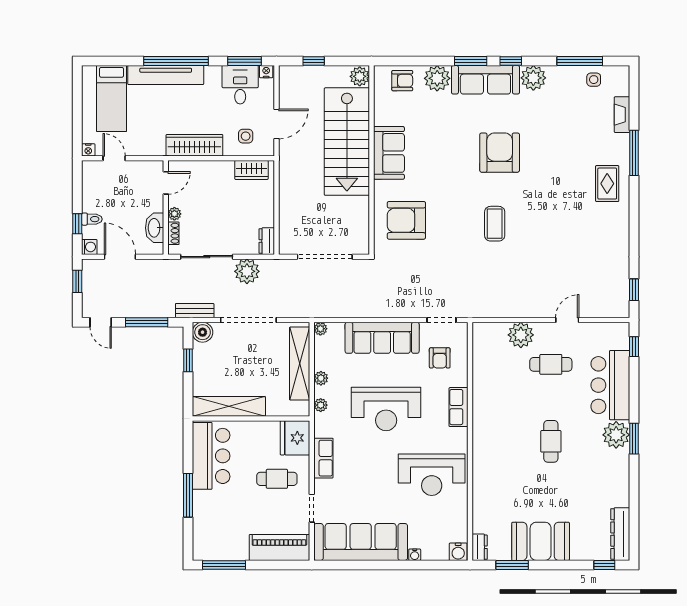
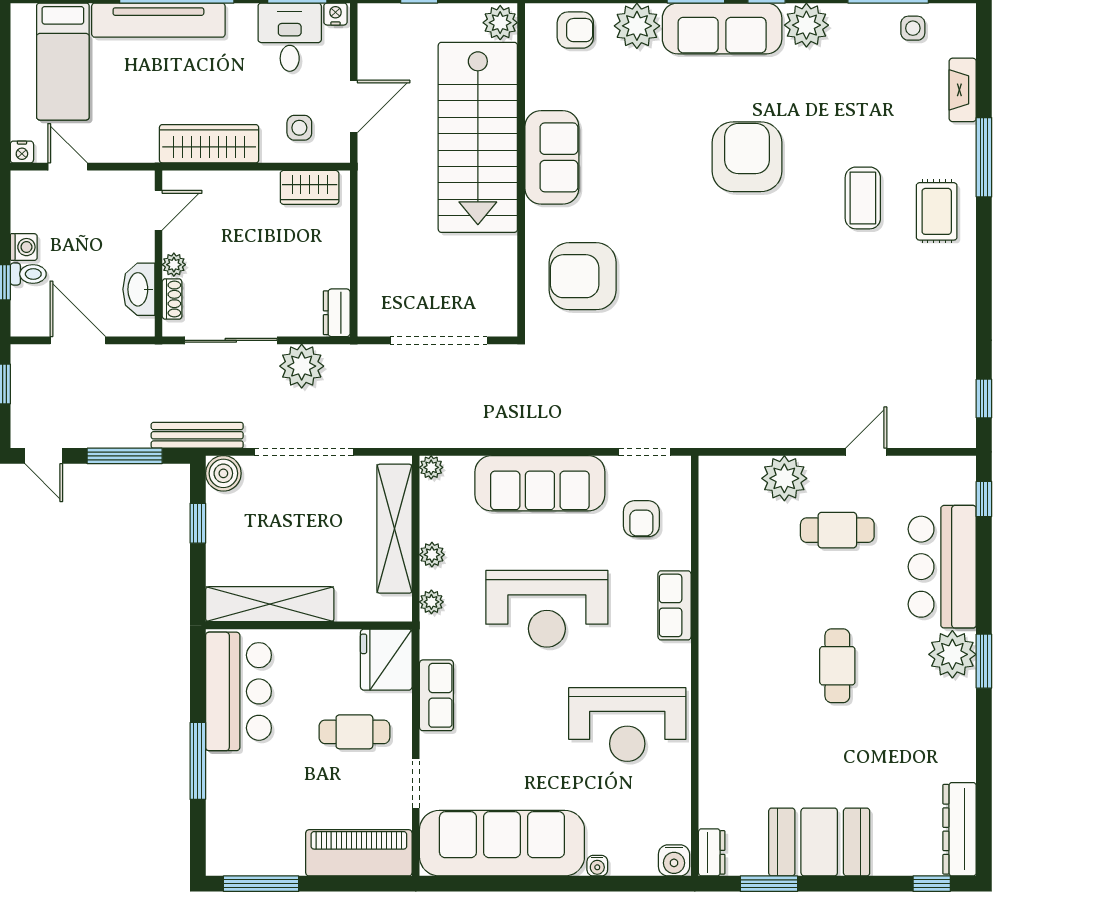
coffee table: (495, 224) -> (863, 198), moved
washing machine: (89, 247) -> (24, 247), moved
bench: (195, 311) -> (197, 435), width x1.36

